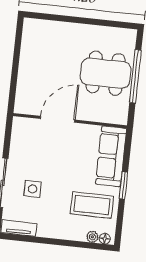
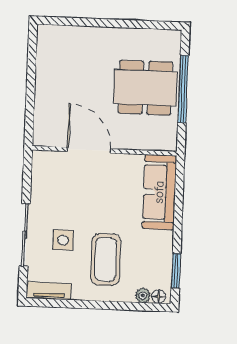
door: (58, 119) -> (89, 150), hinge flipped
window: (123, 186) -> (176, 271), moved
coffee table: (92, 205) -> (106, 260), moved, turned 90

